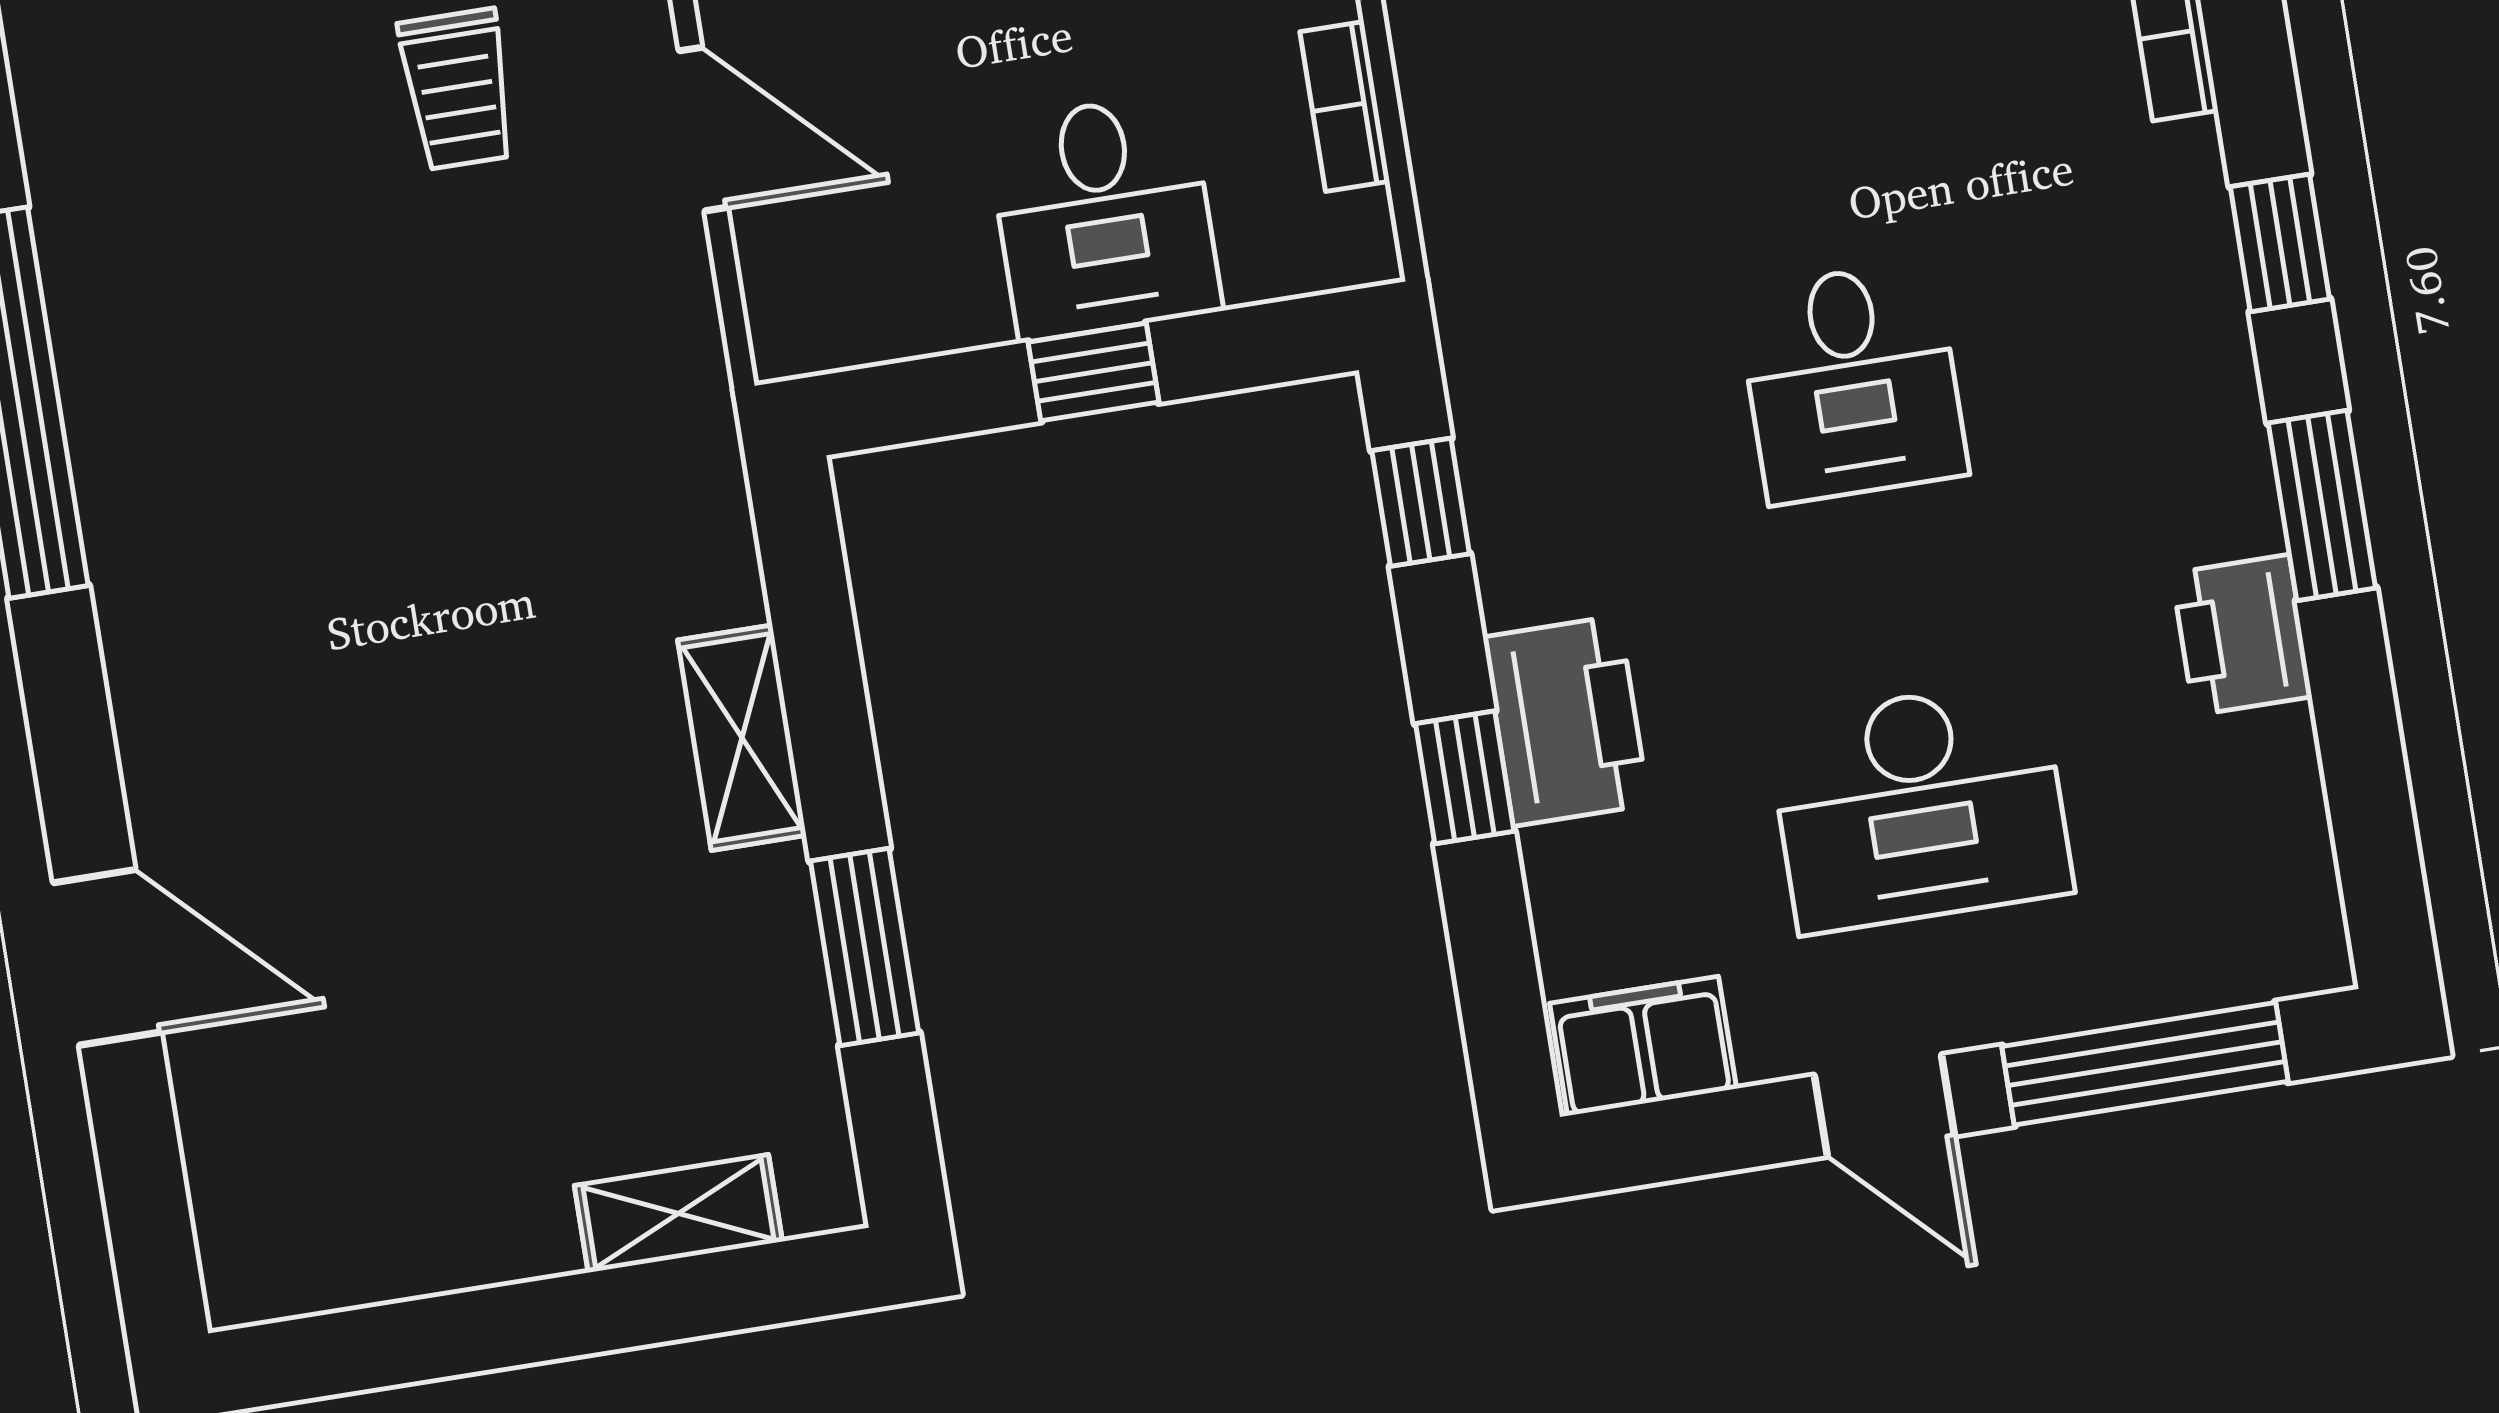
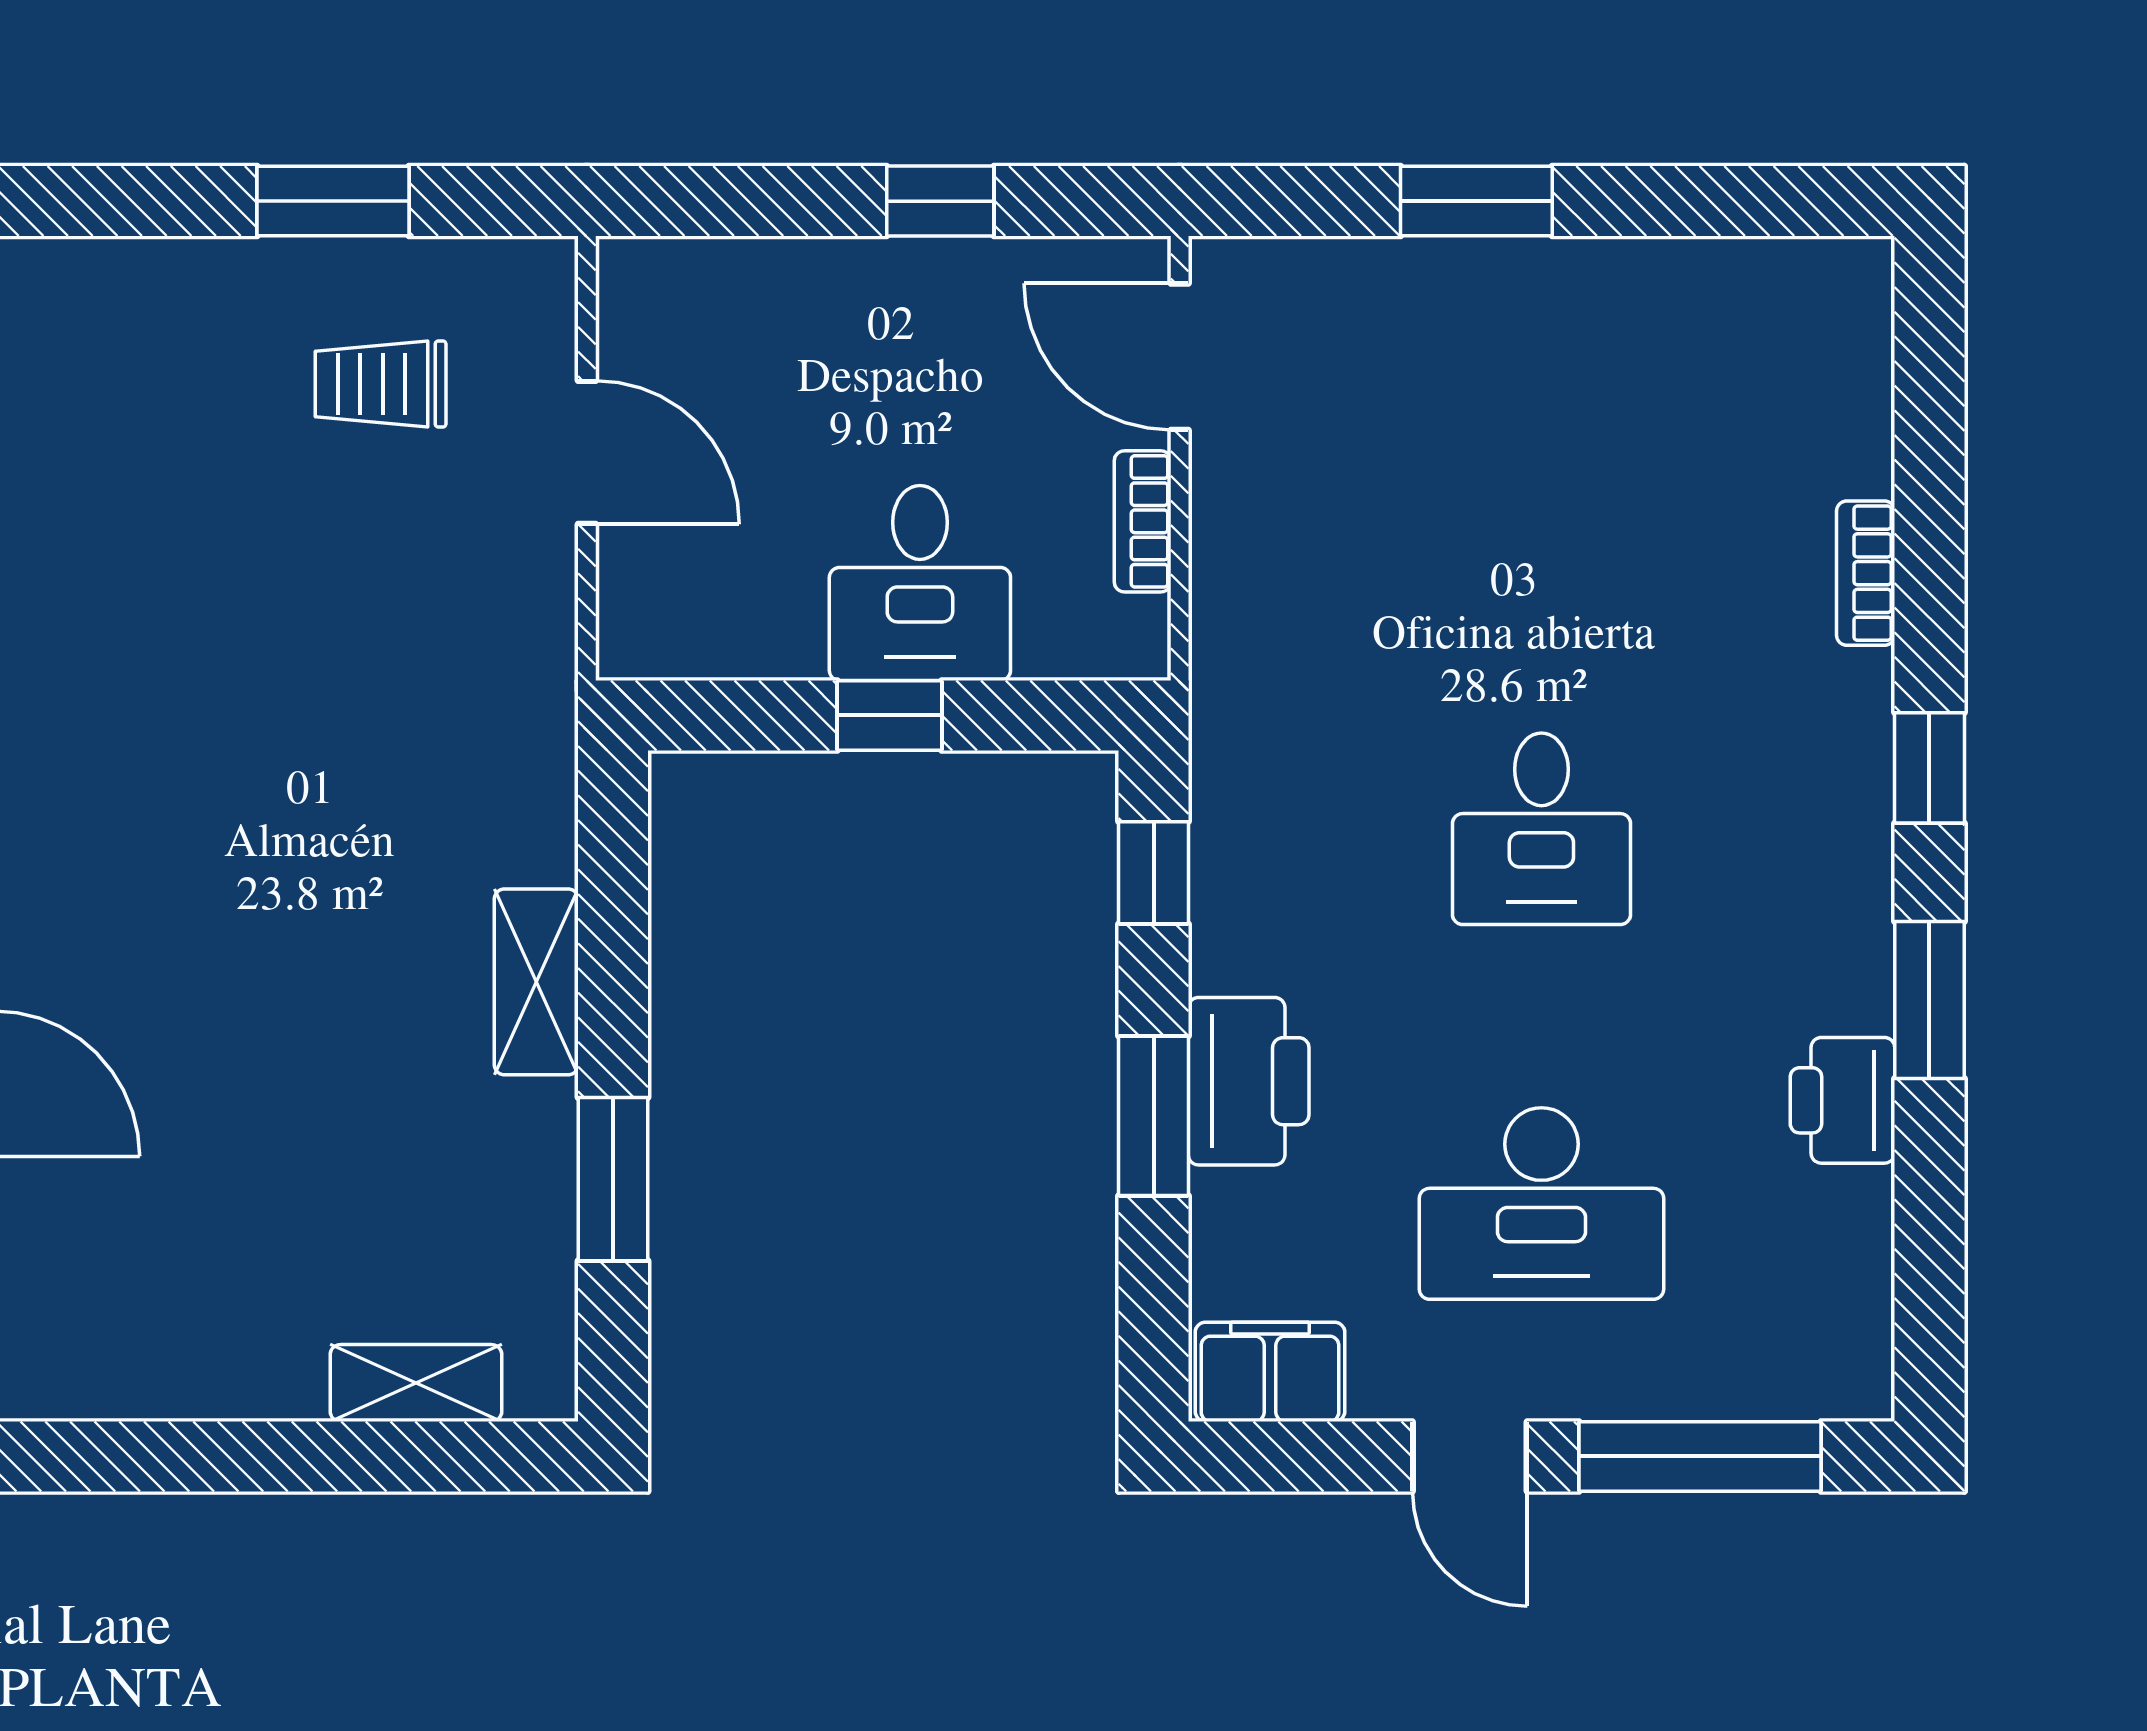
trolley: (457, 89) -> (381, 384), turned 90
window: (1465, 777) -> (1154, 1116), width x1.50

